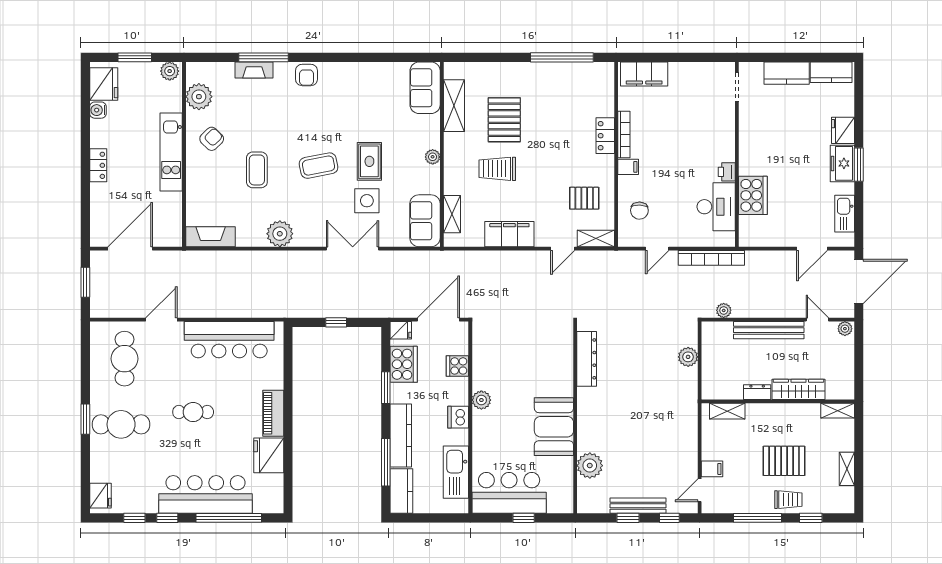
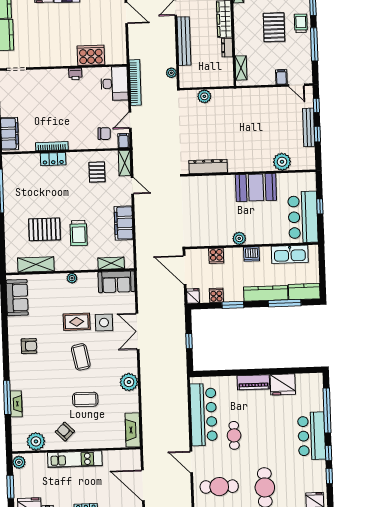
armchair: (306, 75) -> (29, 346), moved
sofa: (425, 88) -> (17, 298), moved, turned -90
filing cabinet: (628, 167) -> (123, 141), moved
desk: (716, 207) -> (114, 84), moved, turned 90
door: (657, 249) -> (130, 120), swing flipped
cooker: (404, 364) -> (216, 295), width x0.53, depth x0.76
cafe table: (193, 412) -> (234, 435), moved
bar counter: (205, 494) -> (312, 436), width x0.73

